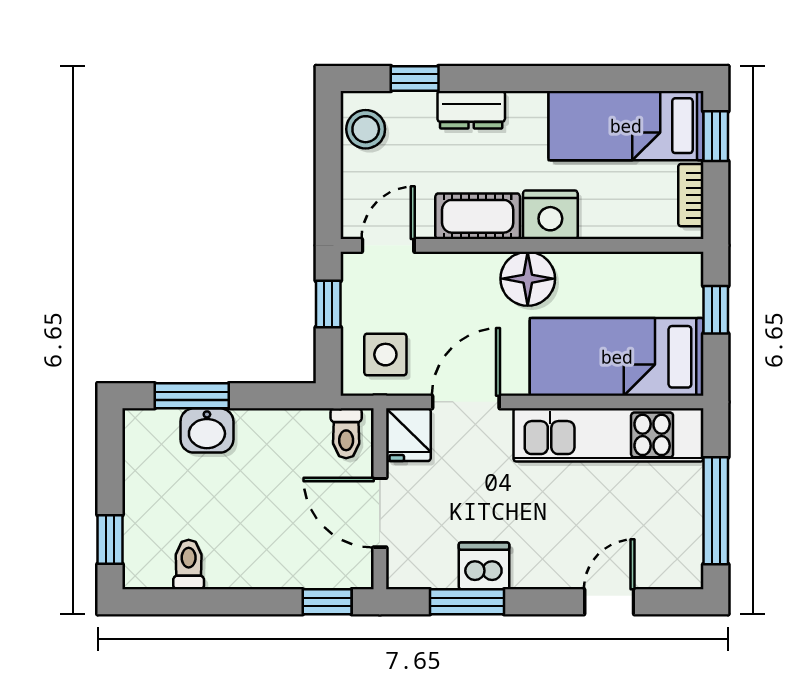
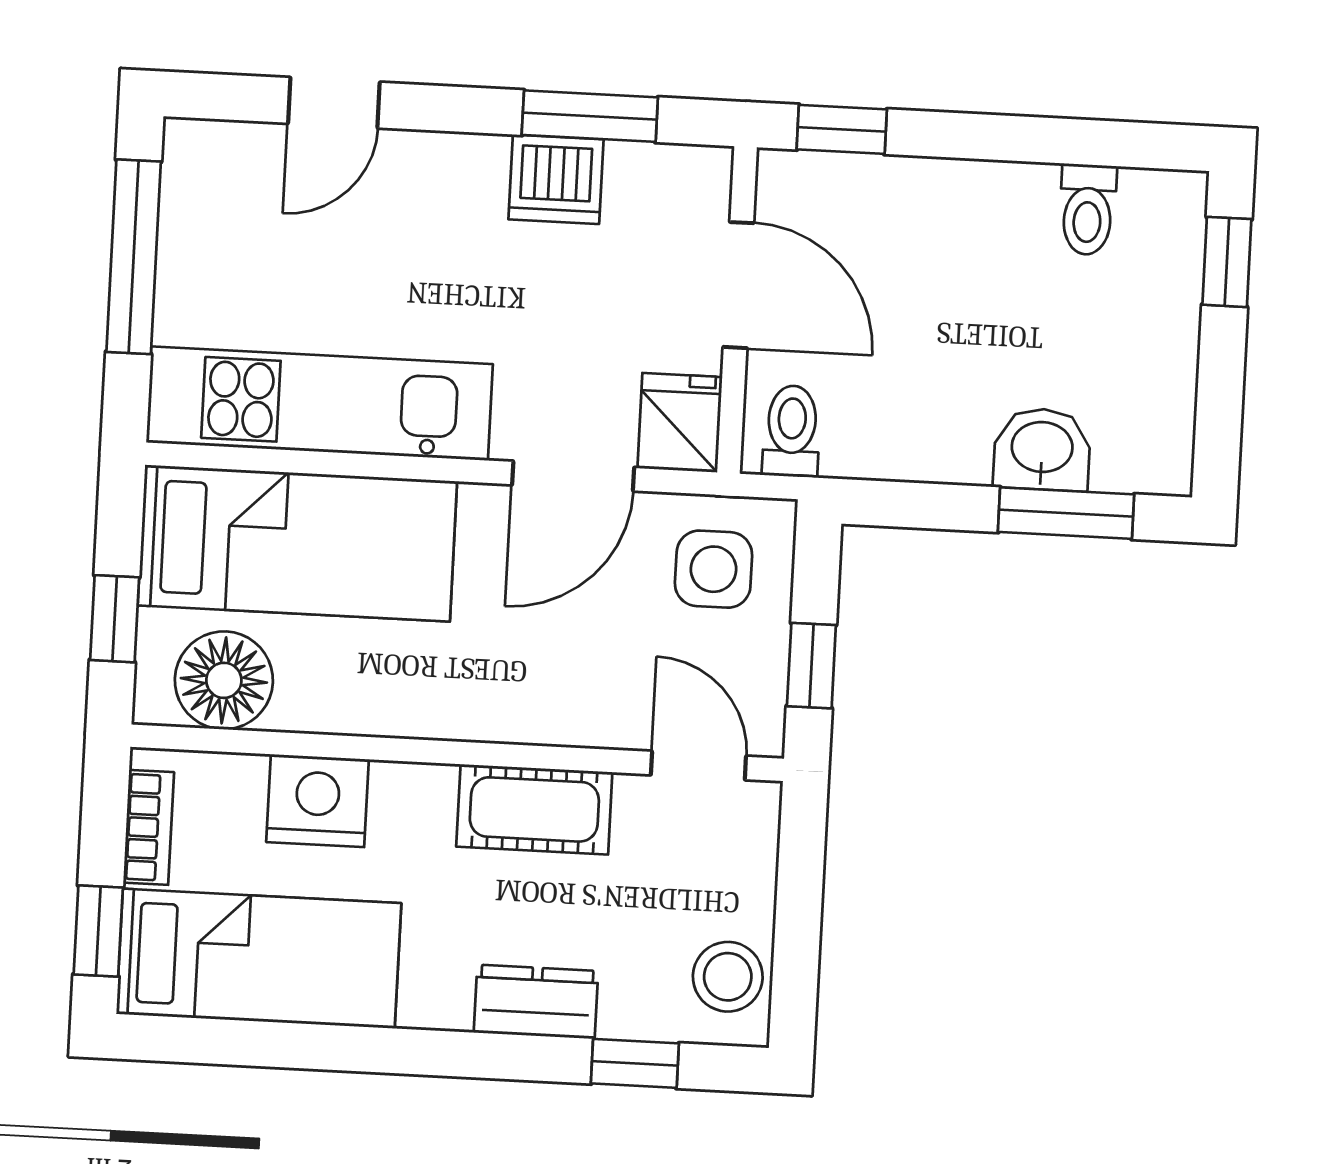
nightstand: (550, 215) -> (317, 801), moved
door: (388, 245) -> (698, 765), swing flipped
floor lamp: (528, 279) -> (224, 680), moved

